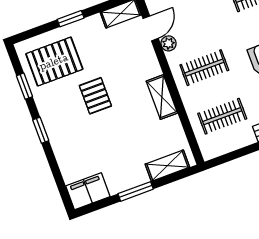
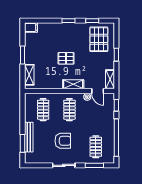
pallet: (95, 96) -> (66, 58), moved
shelving: (162, 97) -> (73, 84), moved
filing cabinet: (88, 191) -> (31, 28), width x0.50

